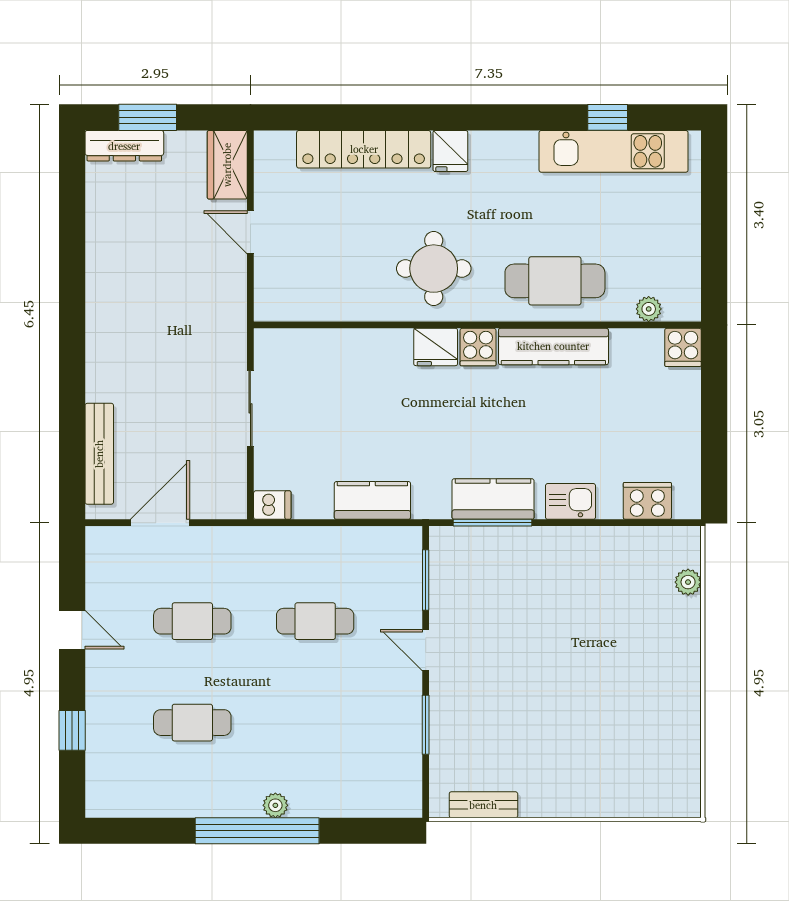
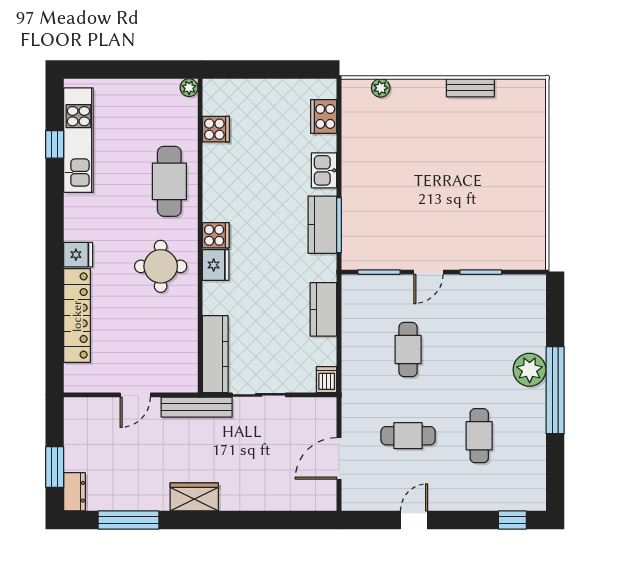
dresser: (124, 146) -> (74, 492), width x0.70
wardrobe: (227, 165) -> (194, 497), moved, turned 180
window: (72, 223) -> (128, 520), added
plant: (649, 309) -> (189, 88), moved
kitchen counter: (553, 346) -> (215, 354), moved
cooker: (683, 347) -> (216, 129), moved
bench: (99, 454) -> (197, 407), moved
door: (160, 523) -> (339, 458), hinge flipped
cafe table: (192, 621) -> (408, 436), turned 90
window: (72, 730) -> (512, 520), moved
plant: (275, 805) -> (530, 370), width x1.88, depth x1.88
bench: (483, 805) -> (470, 88), moved, turned 90

